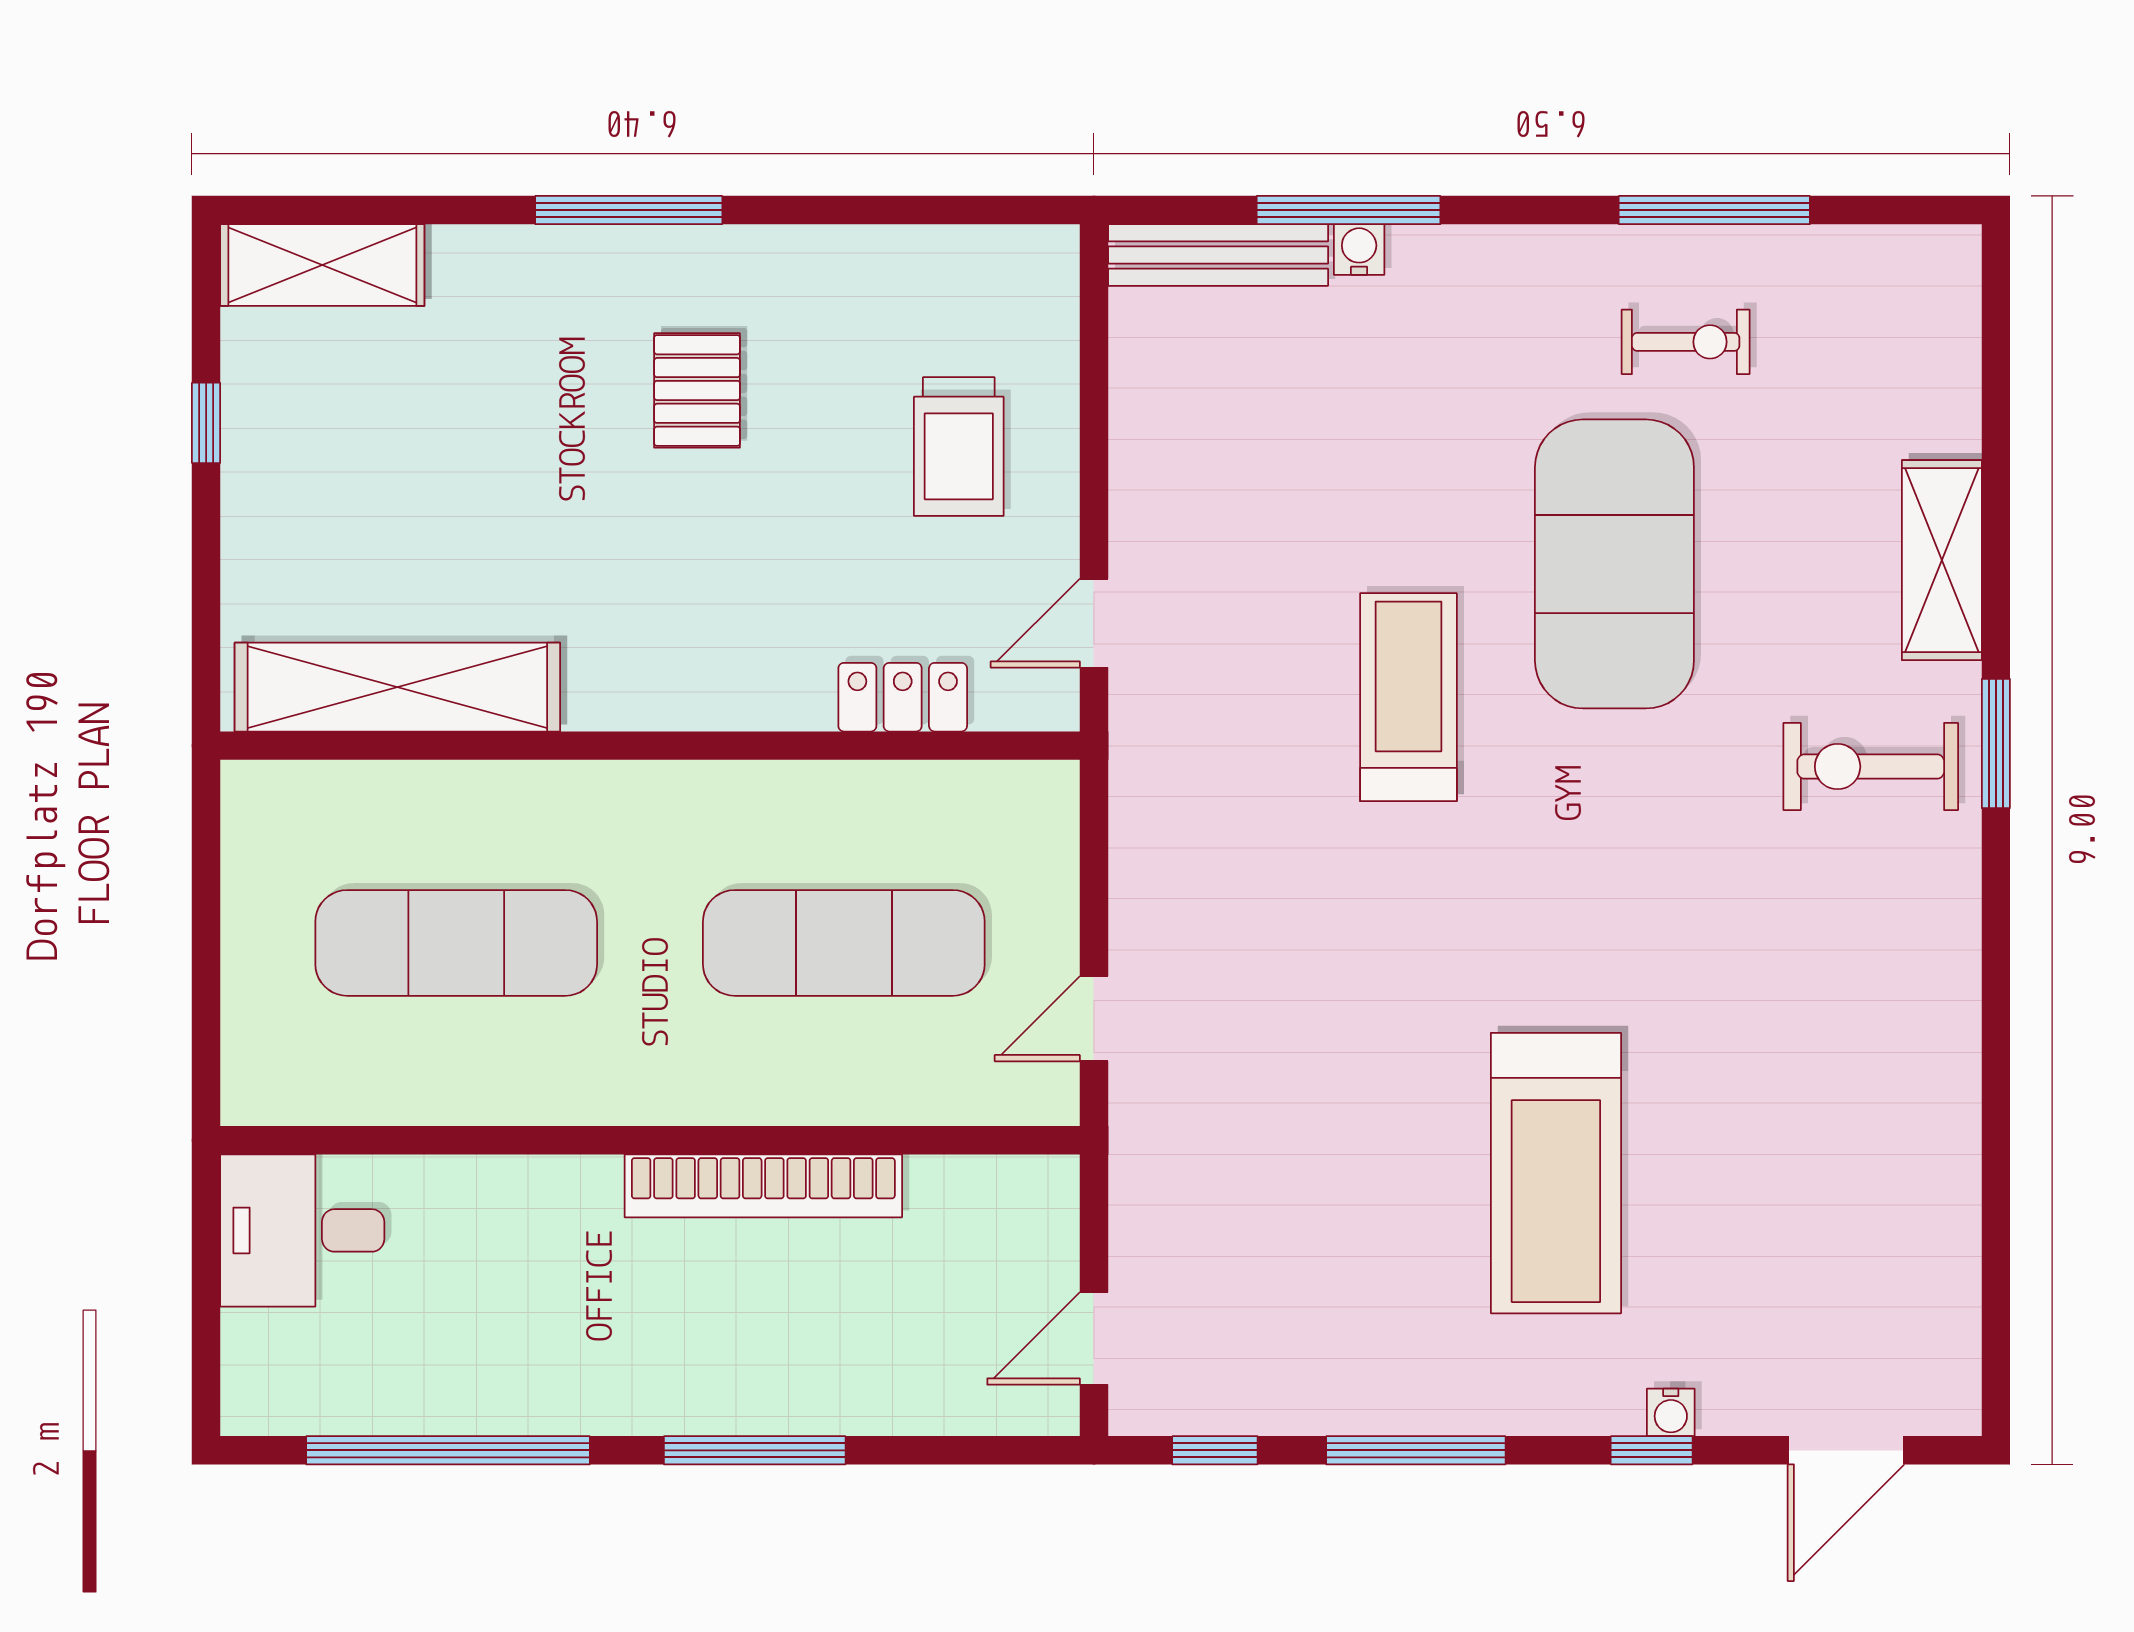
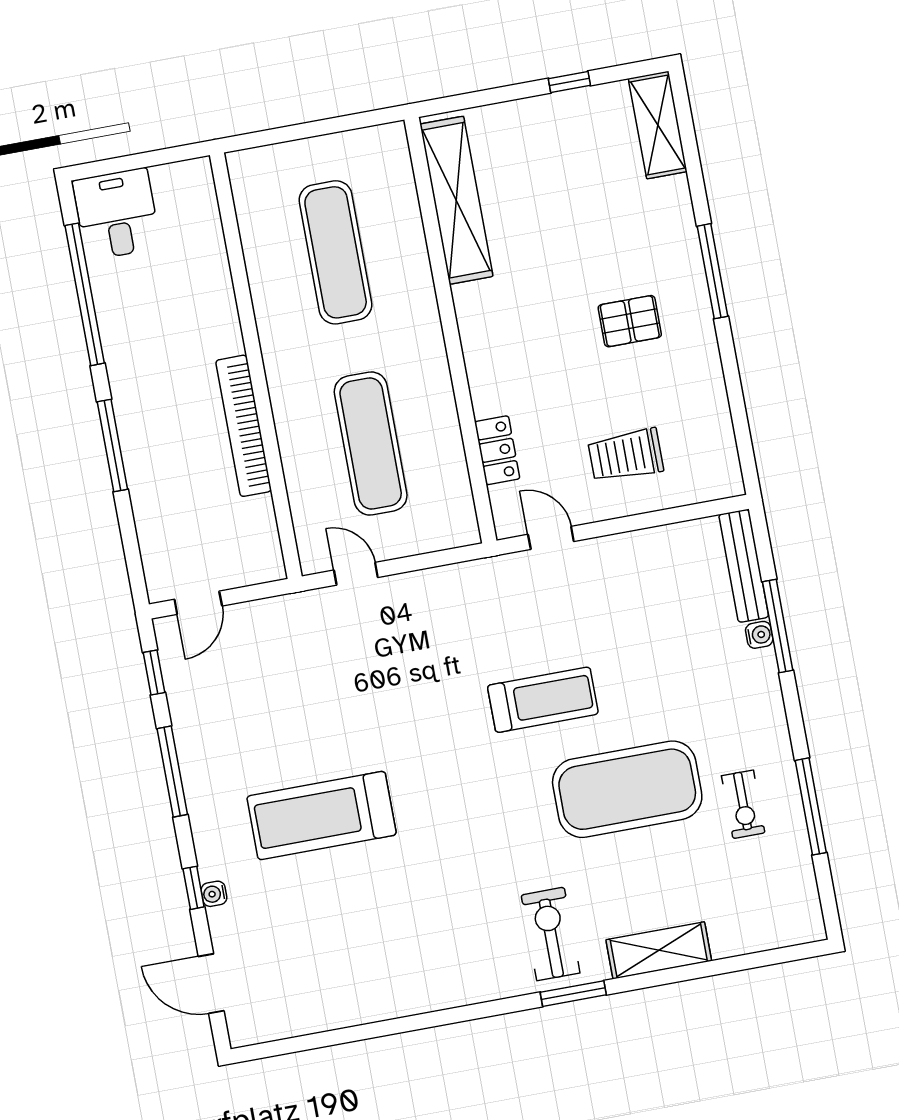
desk: (302, 1230) -> (117, 214), moved
door: (1094, 1338) -> (198, 603), swing flipped

